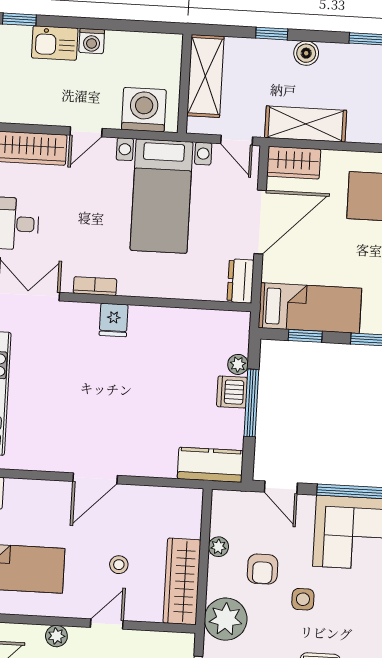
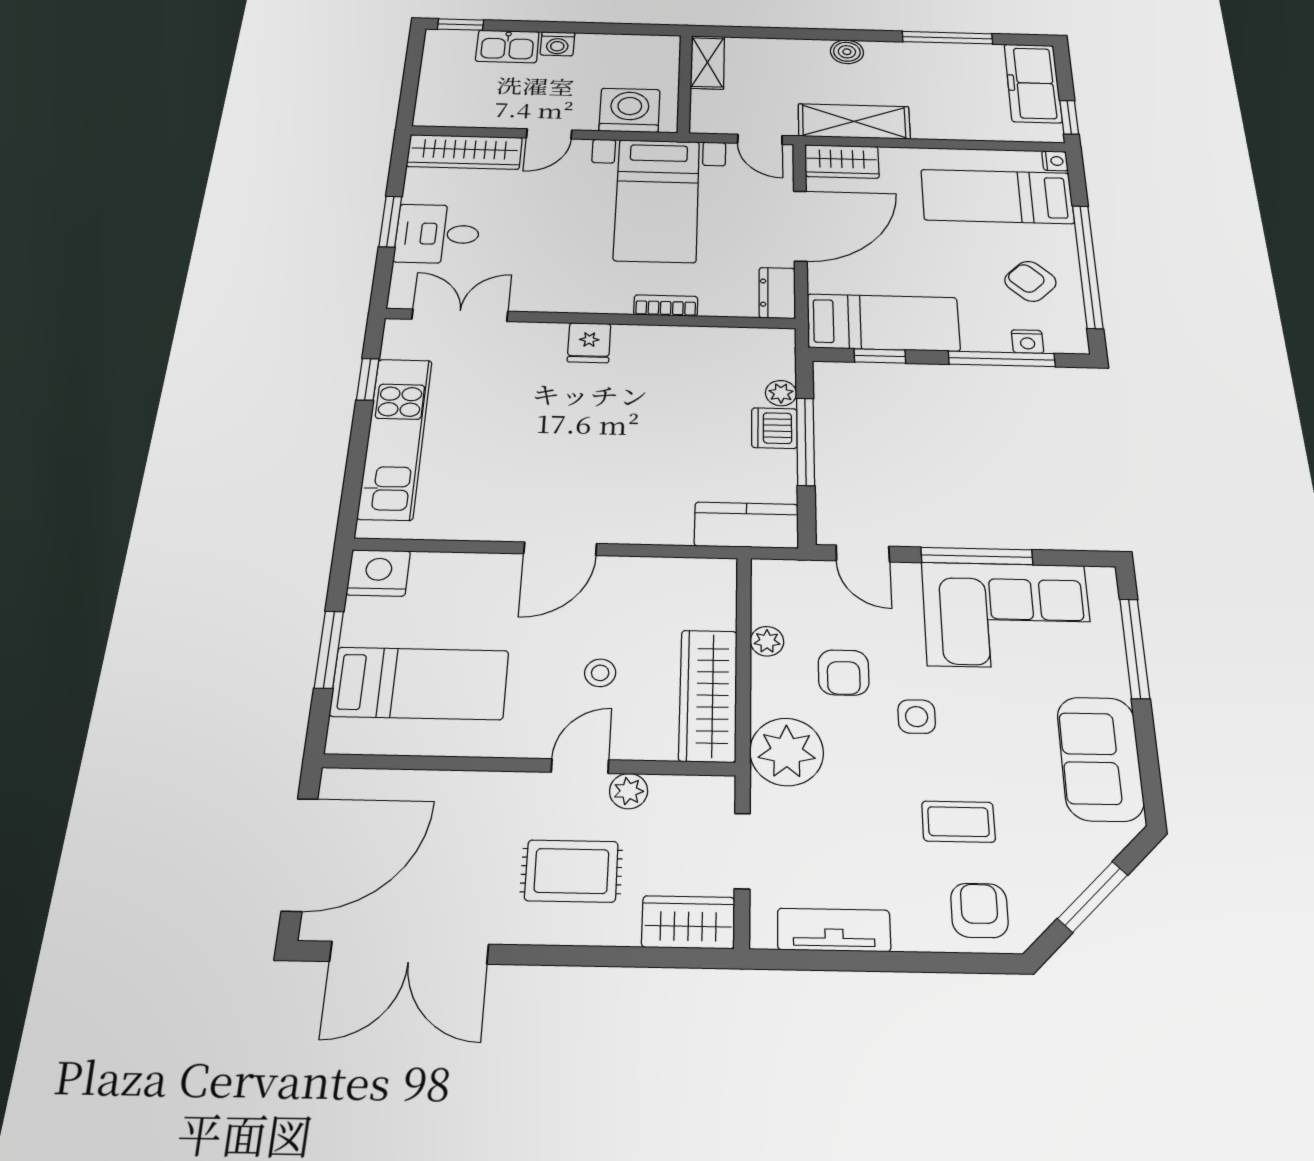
window: (272, 34) -> (799, 34), removed
shelving: (205, 76) -> (708, 62), width x0.67, depth x0.75
bookcase: (95, 286) -> (666, 306), moved
plant: (56, 636) -> (629, 791), moved

